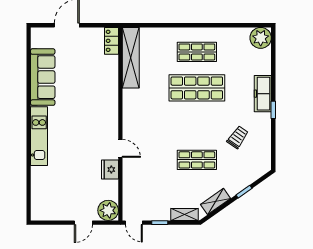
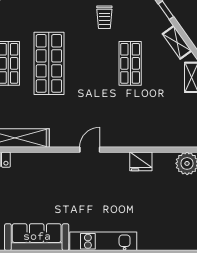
trolley: (238, 137) -> (104, 17), turned -125
door: (120, 148) -> (90, 150), moved

